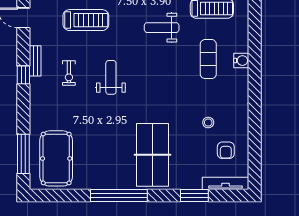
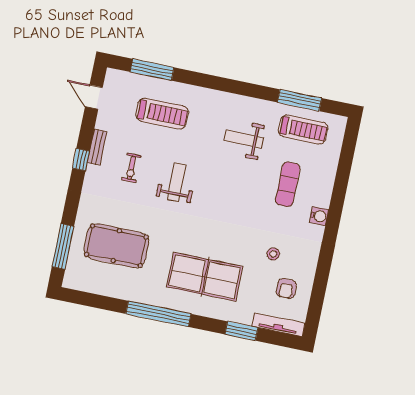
water cooler: (241, 61) -> (319, 216), moved
table tennis table: (152, 155) -> (205, 277), turned 90
pool table: (56, 158) -> (116, 246), moved, turned 90

